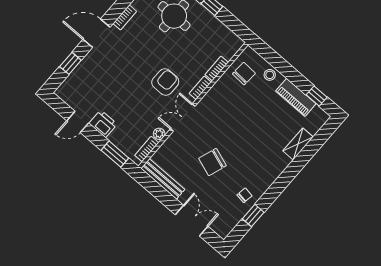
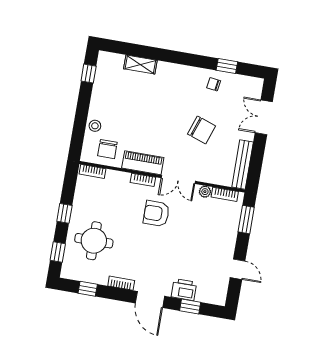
bookcase: (217, 68) -> (93, 171), moved
chair: (244, 74) -> (107, 149), turned -93
piano: (296, 97) -> (143, 163), moved, turned -90
printer: (103, 124) -> (184, 290), moved, turned 90

